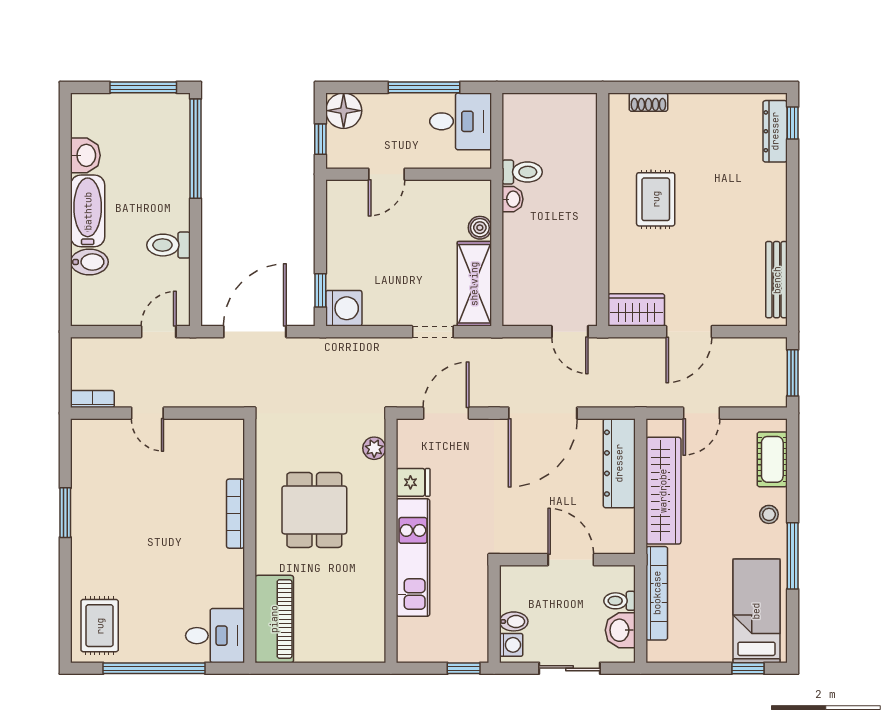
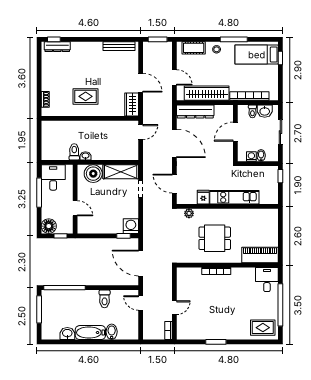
boiler: (480, 228) -> (93, 174), width x1.86, depth x1.86
washing machine: (511, 645) -> (251, 156), moved

